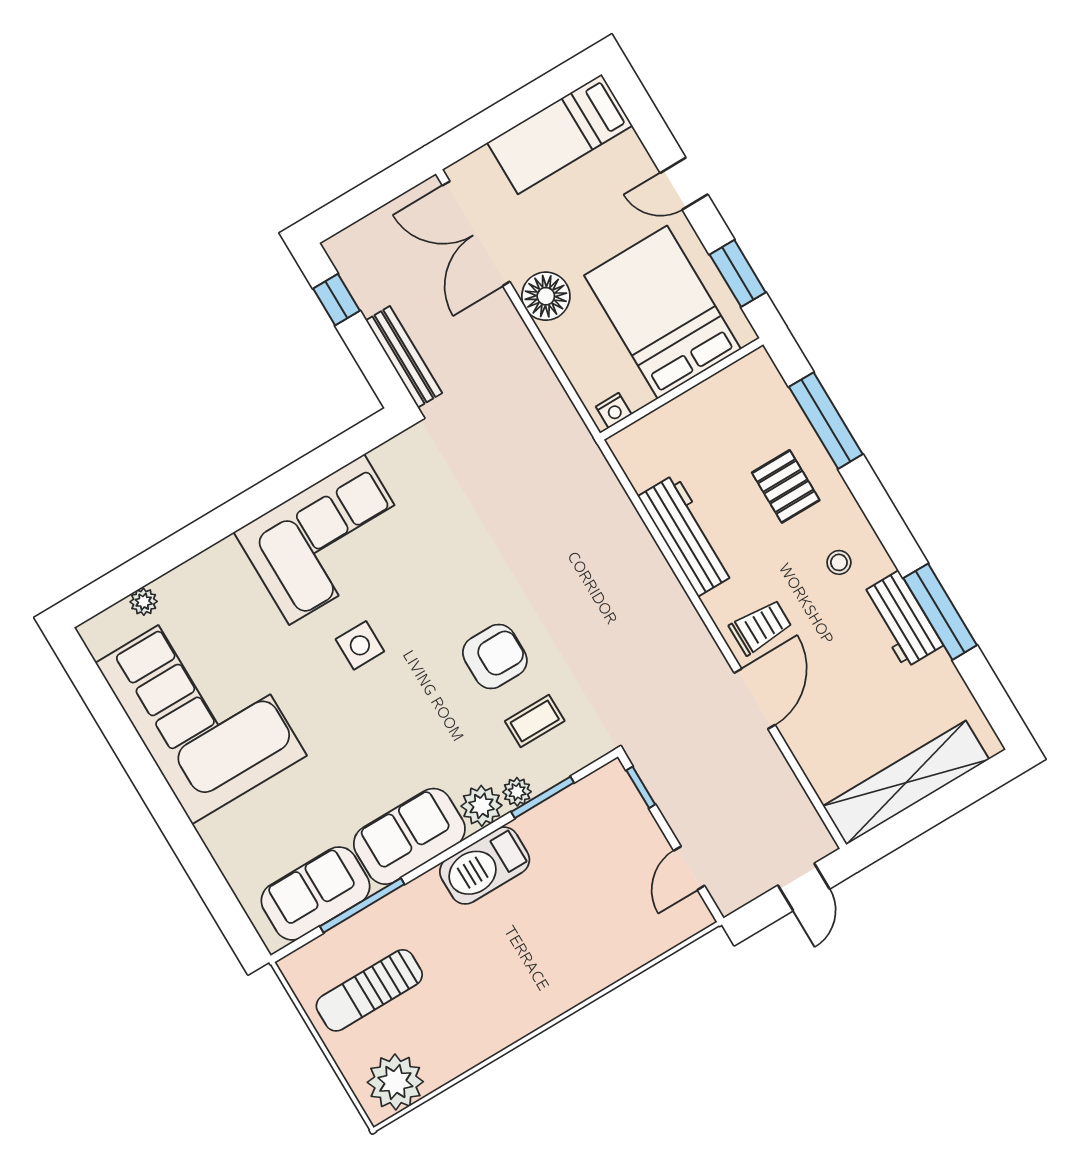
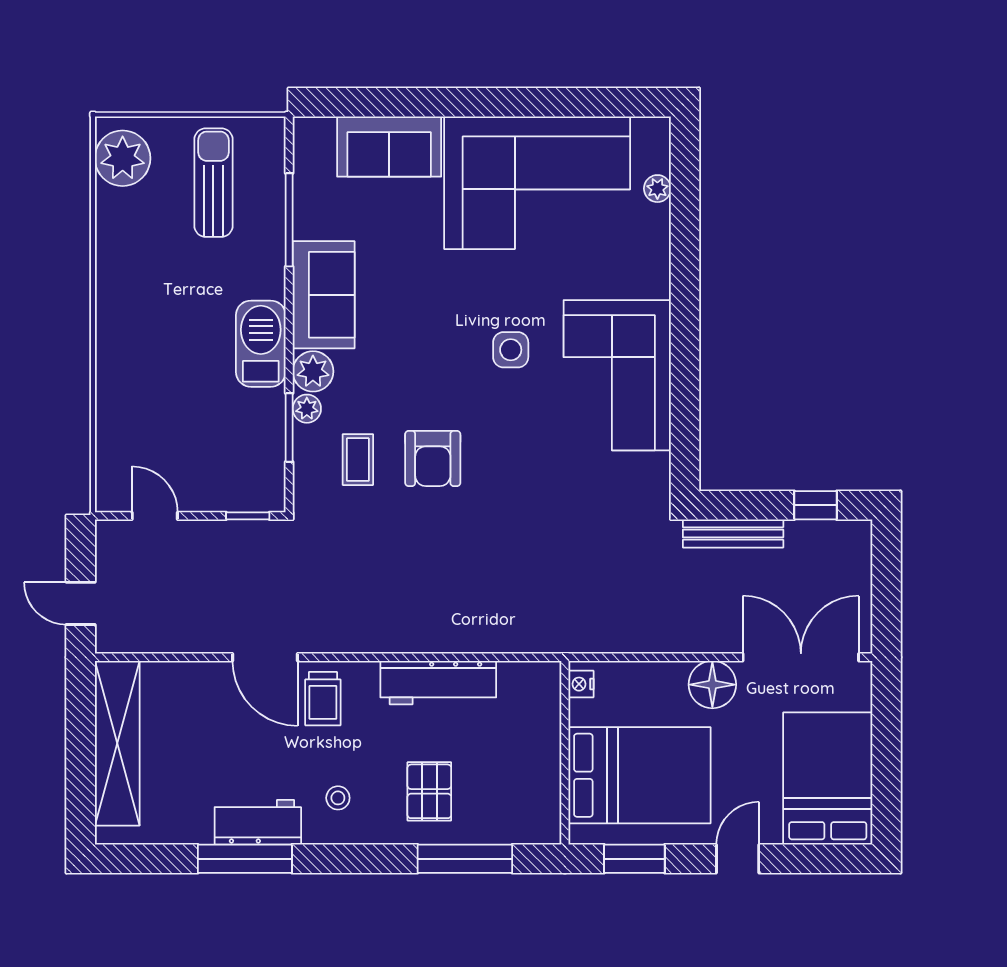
bed: (560, 134) -> (828, 778), width x1.50
pallet: (786, 486) -> (429, 791), turned 90
sofa: (316, 893) -> (389, 147), moved, turned 90

